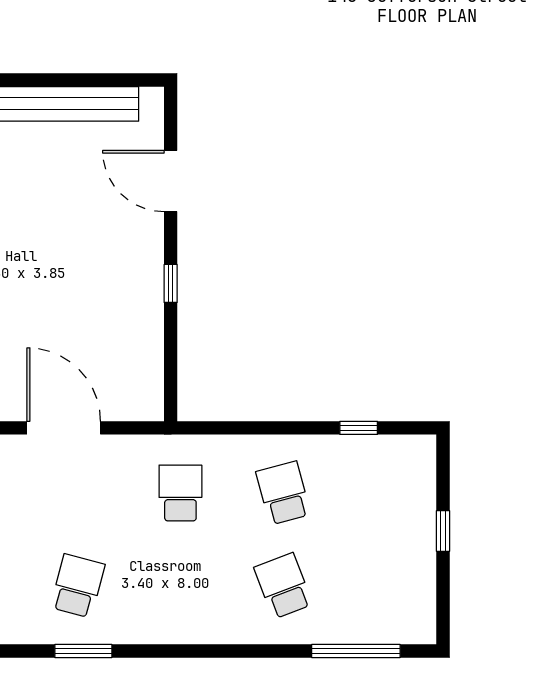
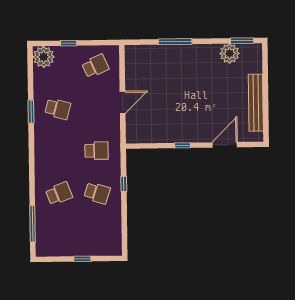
door: (64, 428) -> (123, 102), width x0.73
window: (359, 428) -> (124, 184), moved
school desk: (283, 493) -> (97, 193), turned 33

